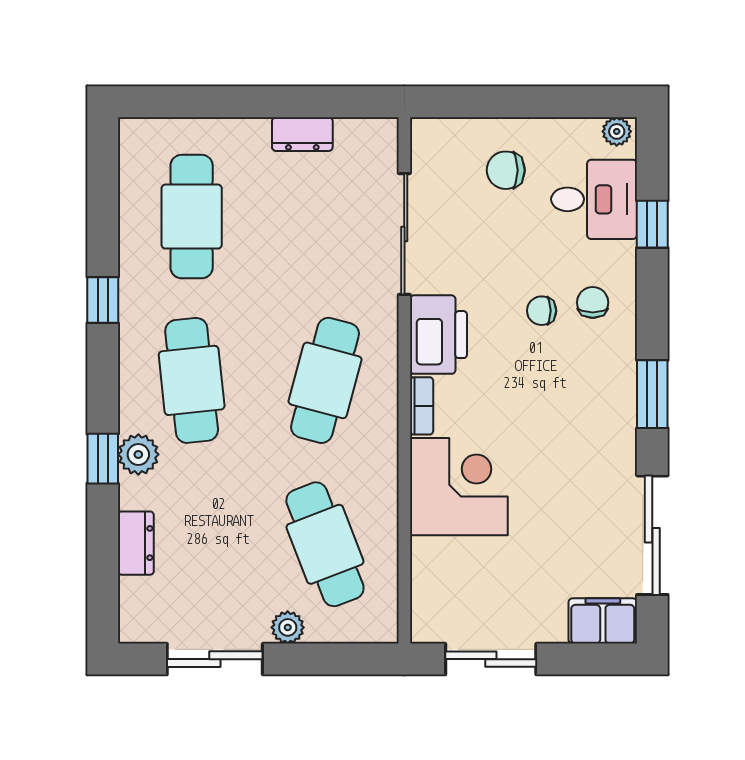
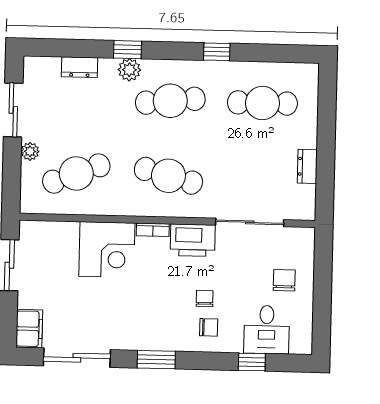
plant: (617, 131) -> (304, 343), removed

